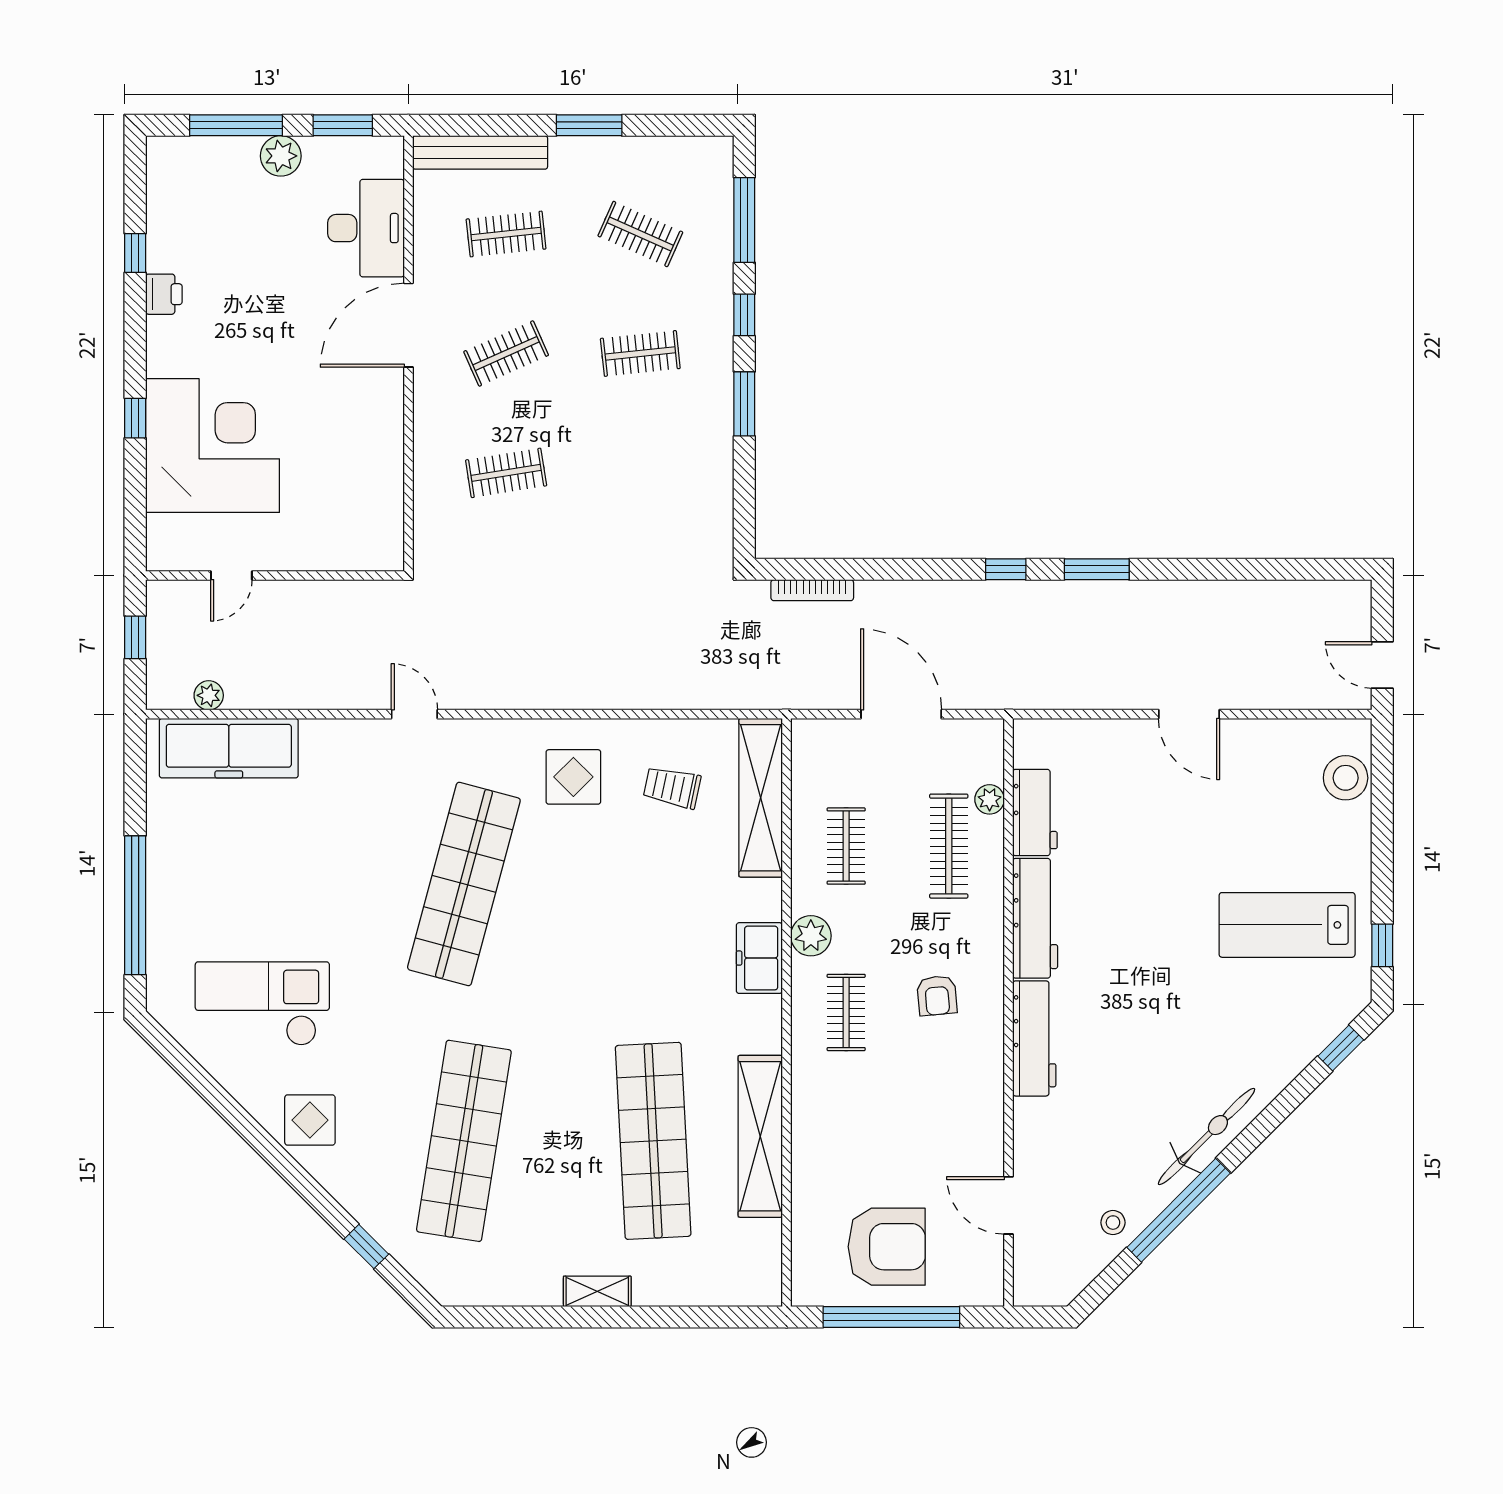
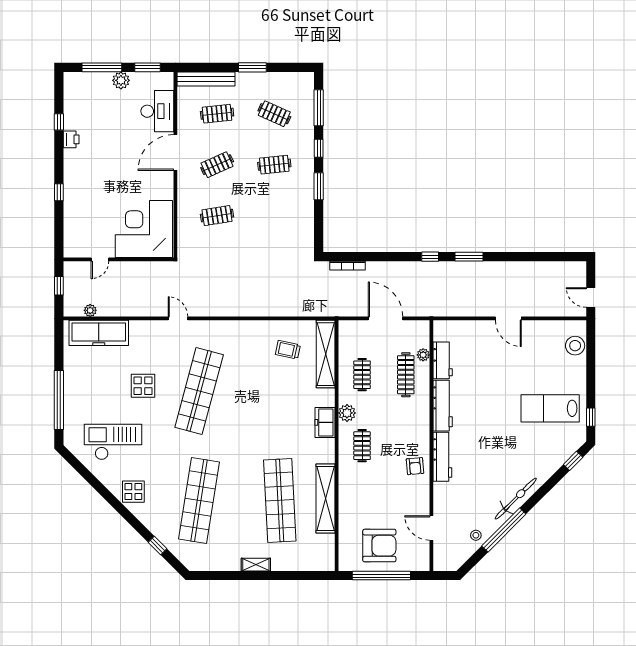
corner desk: (213, 445) -> (144, 229), moved, turned -90
display table: (573, 777) -> (143, 386), moved
armchair: (937, 996) -> (415, 466), moved

